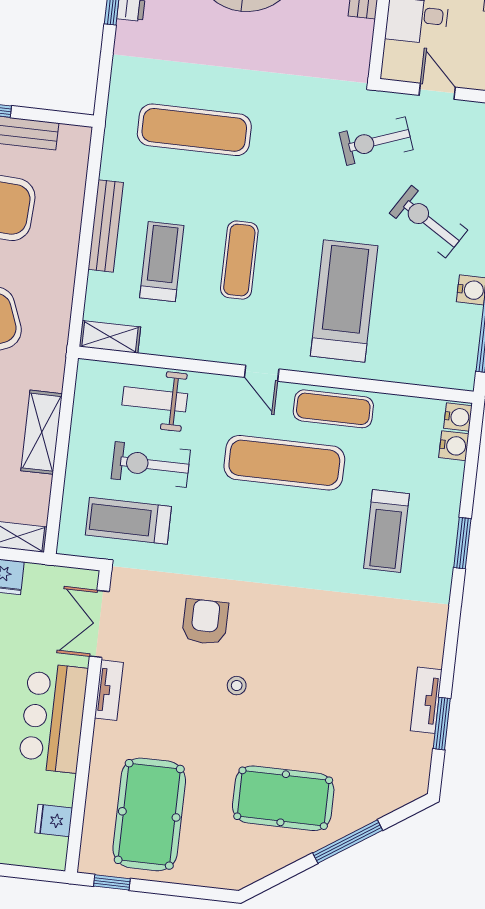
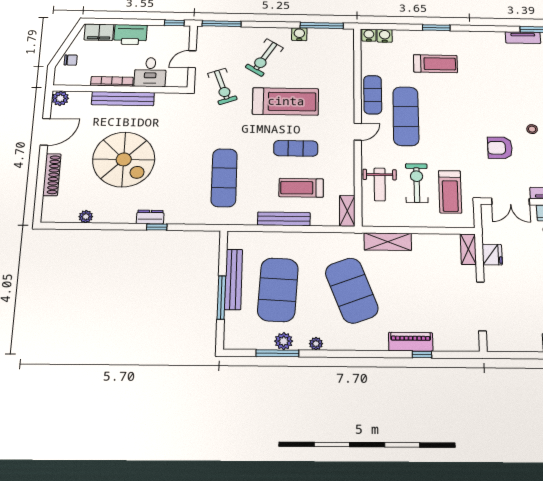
treadmill: (344, 301) -> (286, 101), moved, turned 180
shelving: (42, 432) -> (388, 242), moved
exercise bike: (151, 464) -> (417, 183), turned 180

